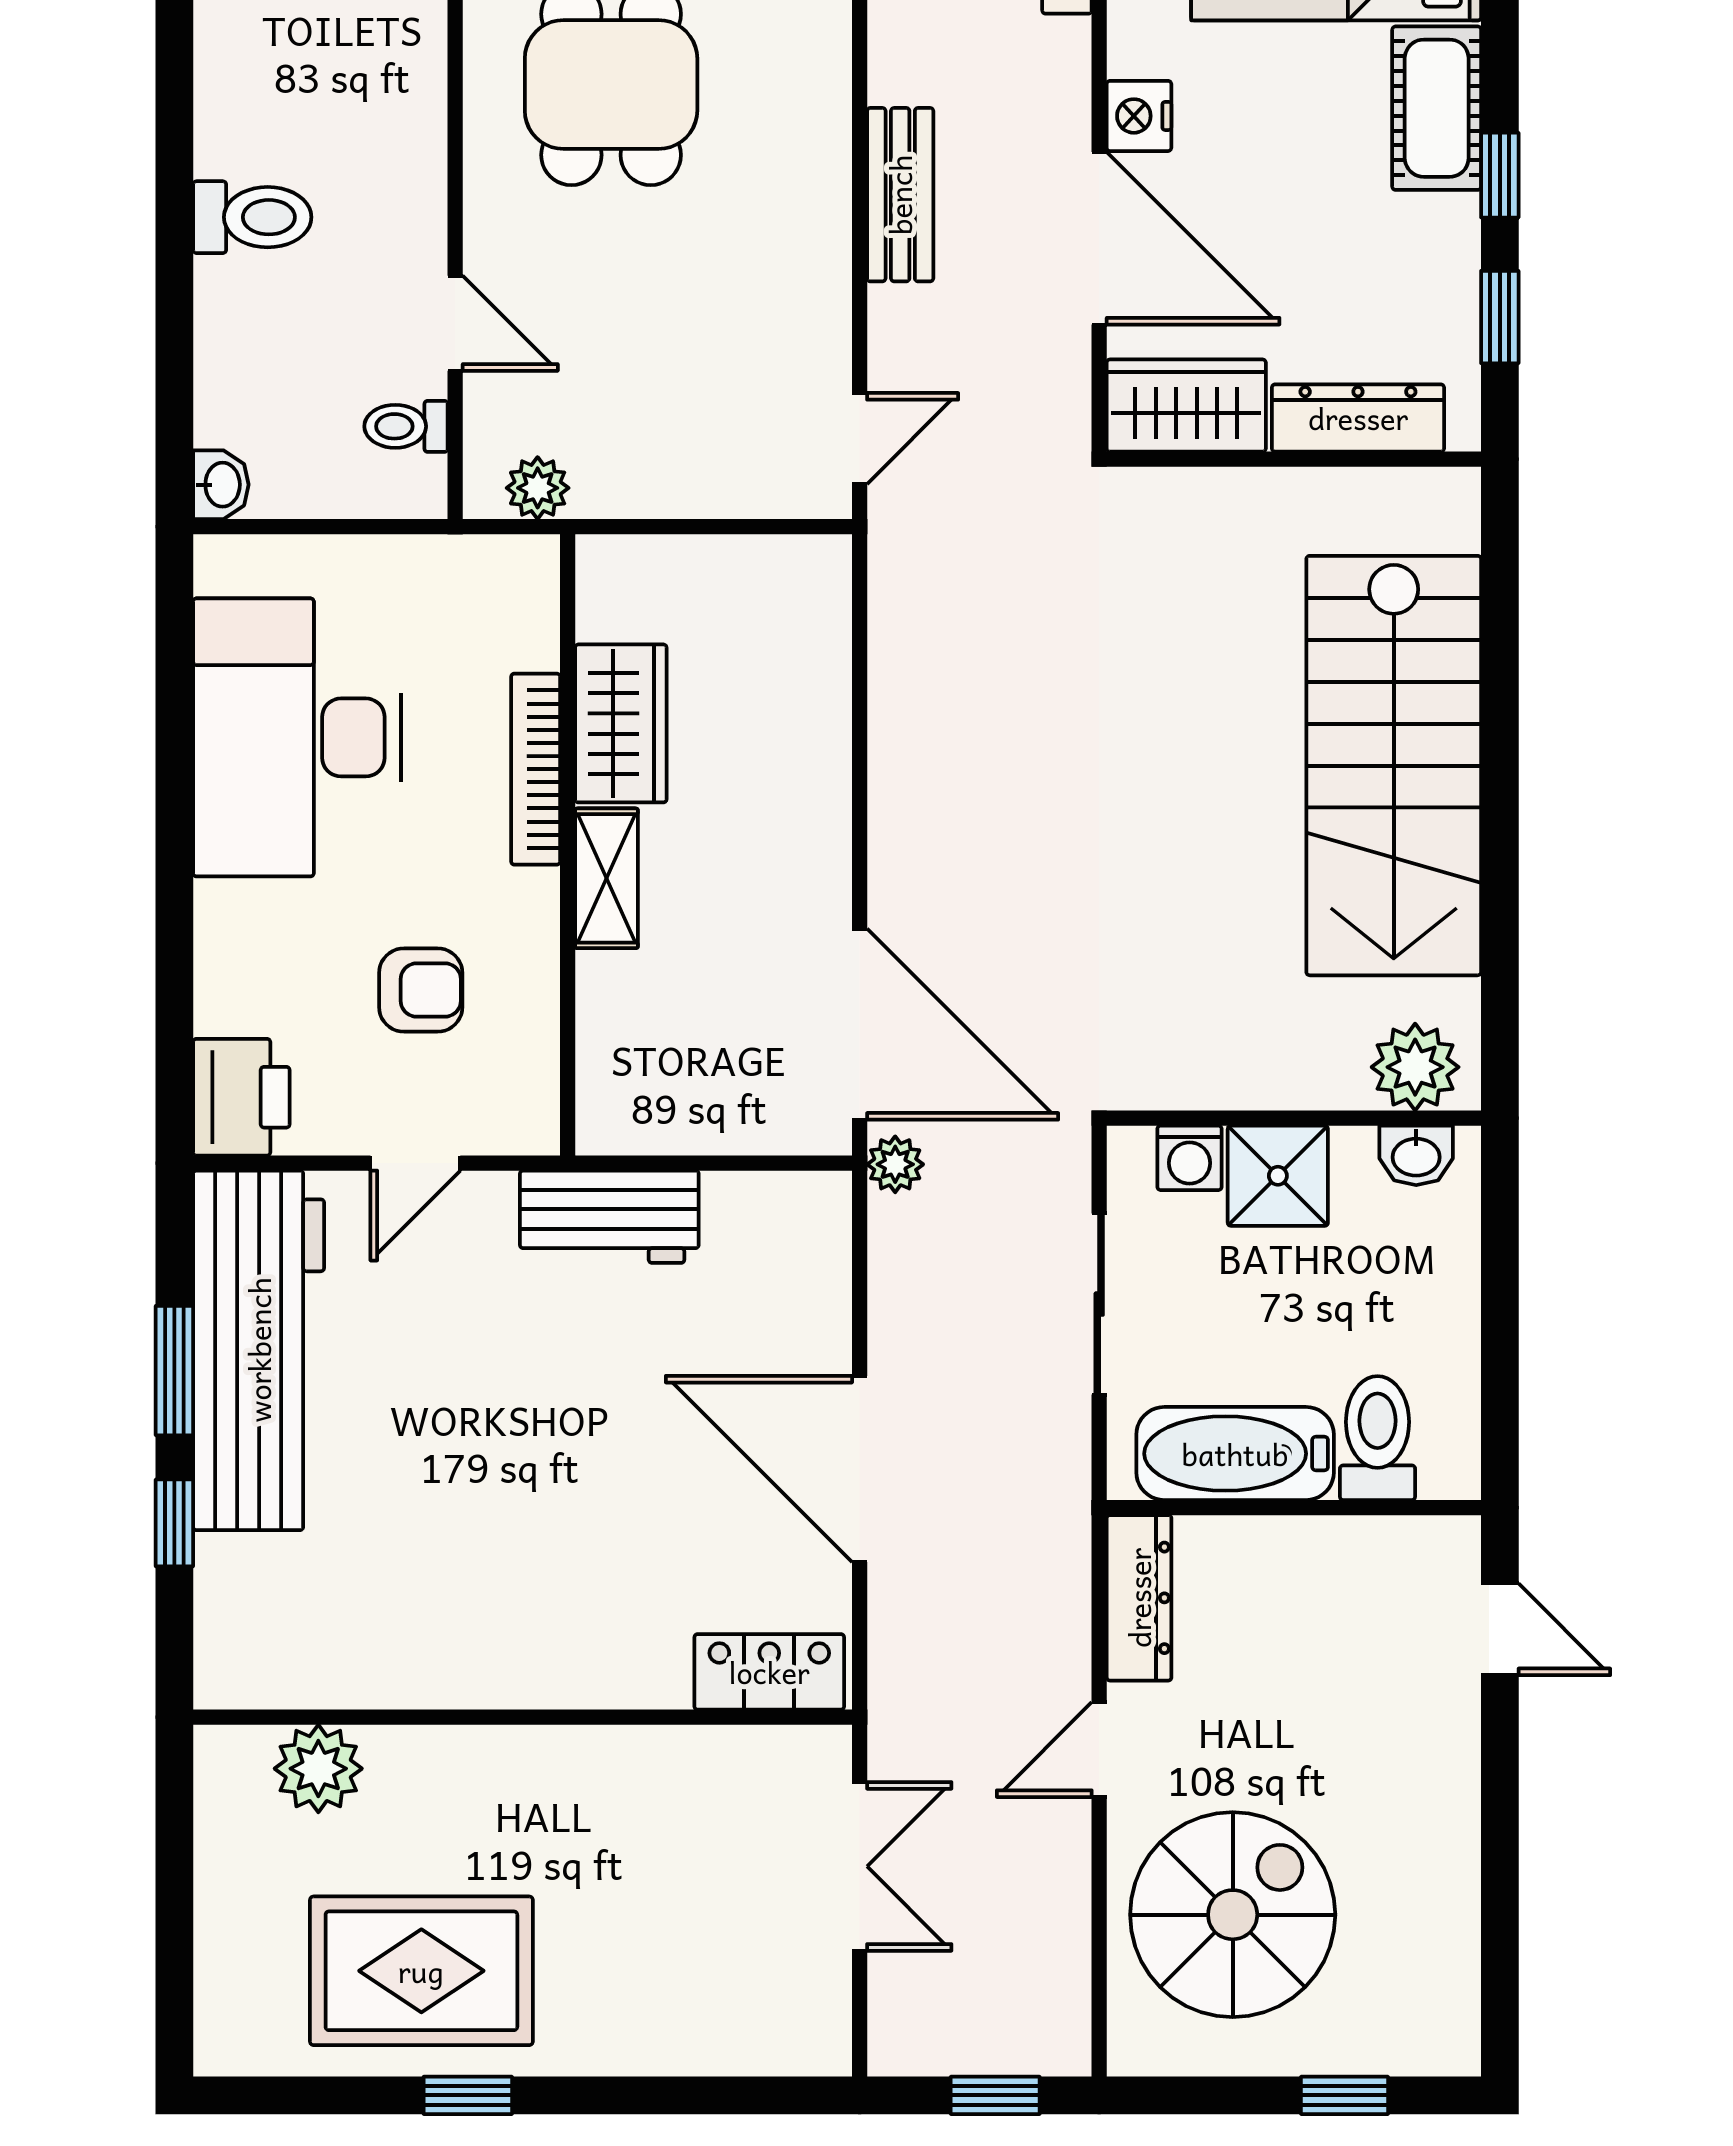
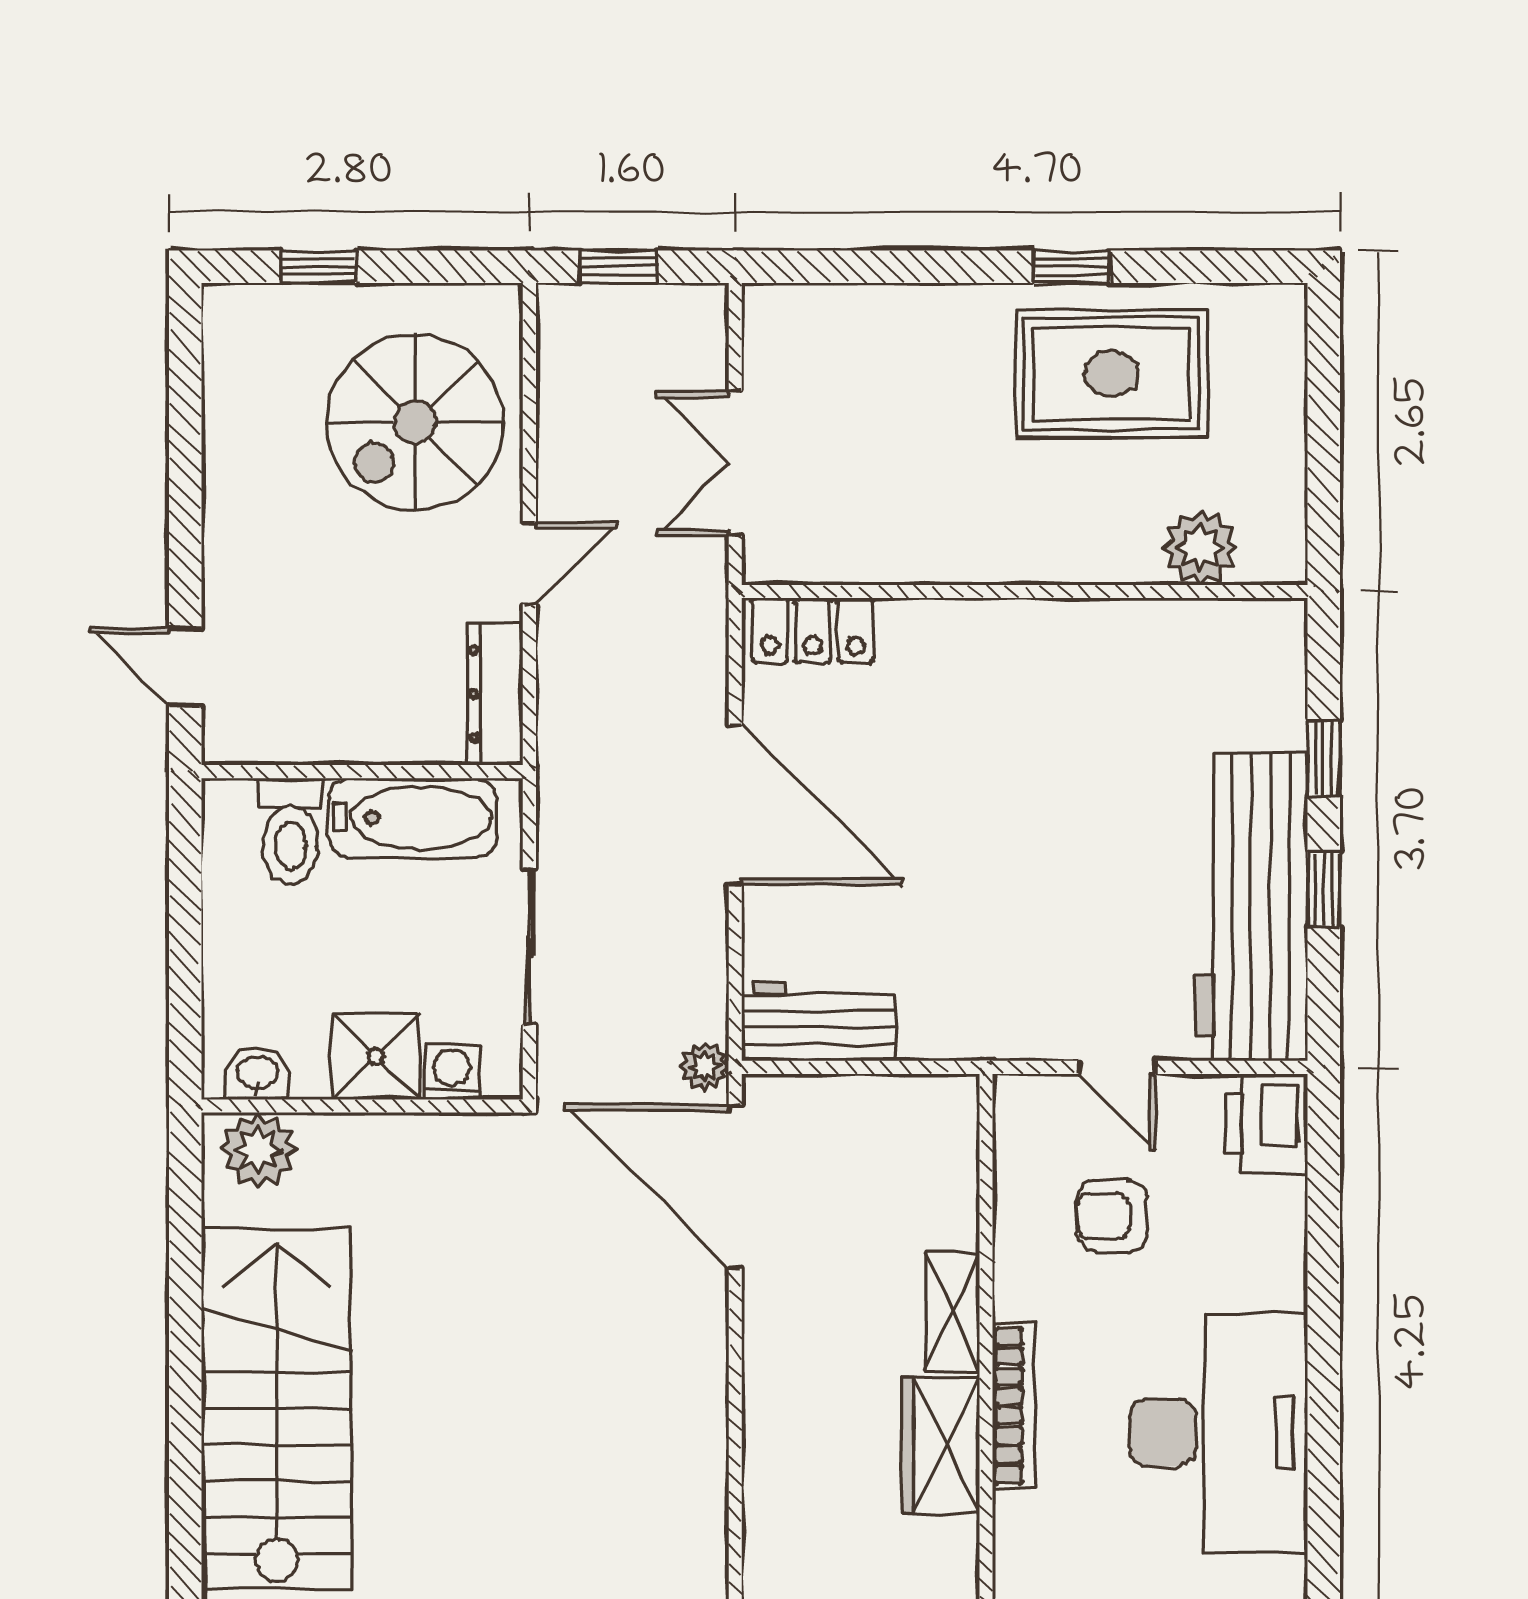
door: (415, 1163) -> (1117, 1067), swing flipped
workbench: (609, 1217) -> (818, 1021), moved
window: (174, 1371) -> (1324, 889), width x0.67

